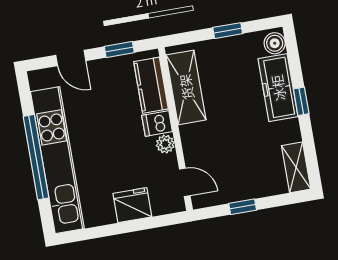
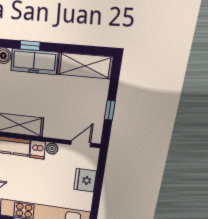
window: (301, 101) -> (30, 45), moved
shelving: (296, 167) -> (85, 66), width x1.50, depth x1.33

